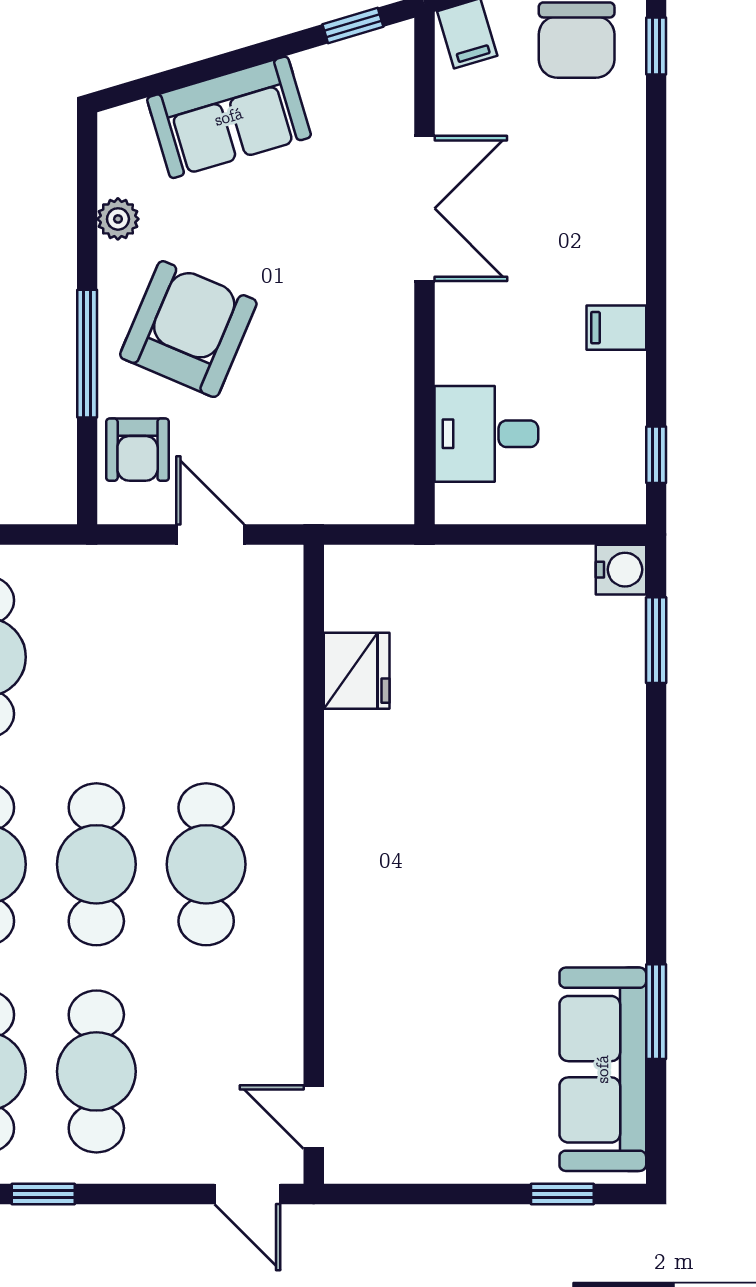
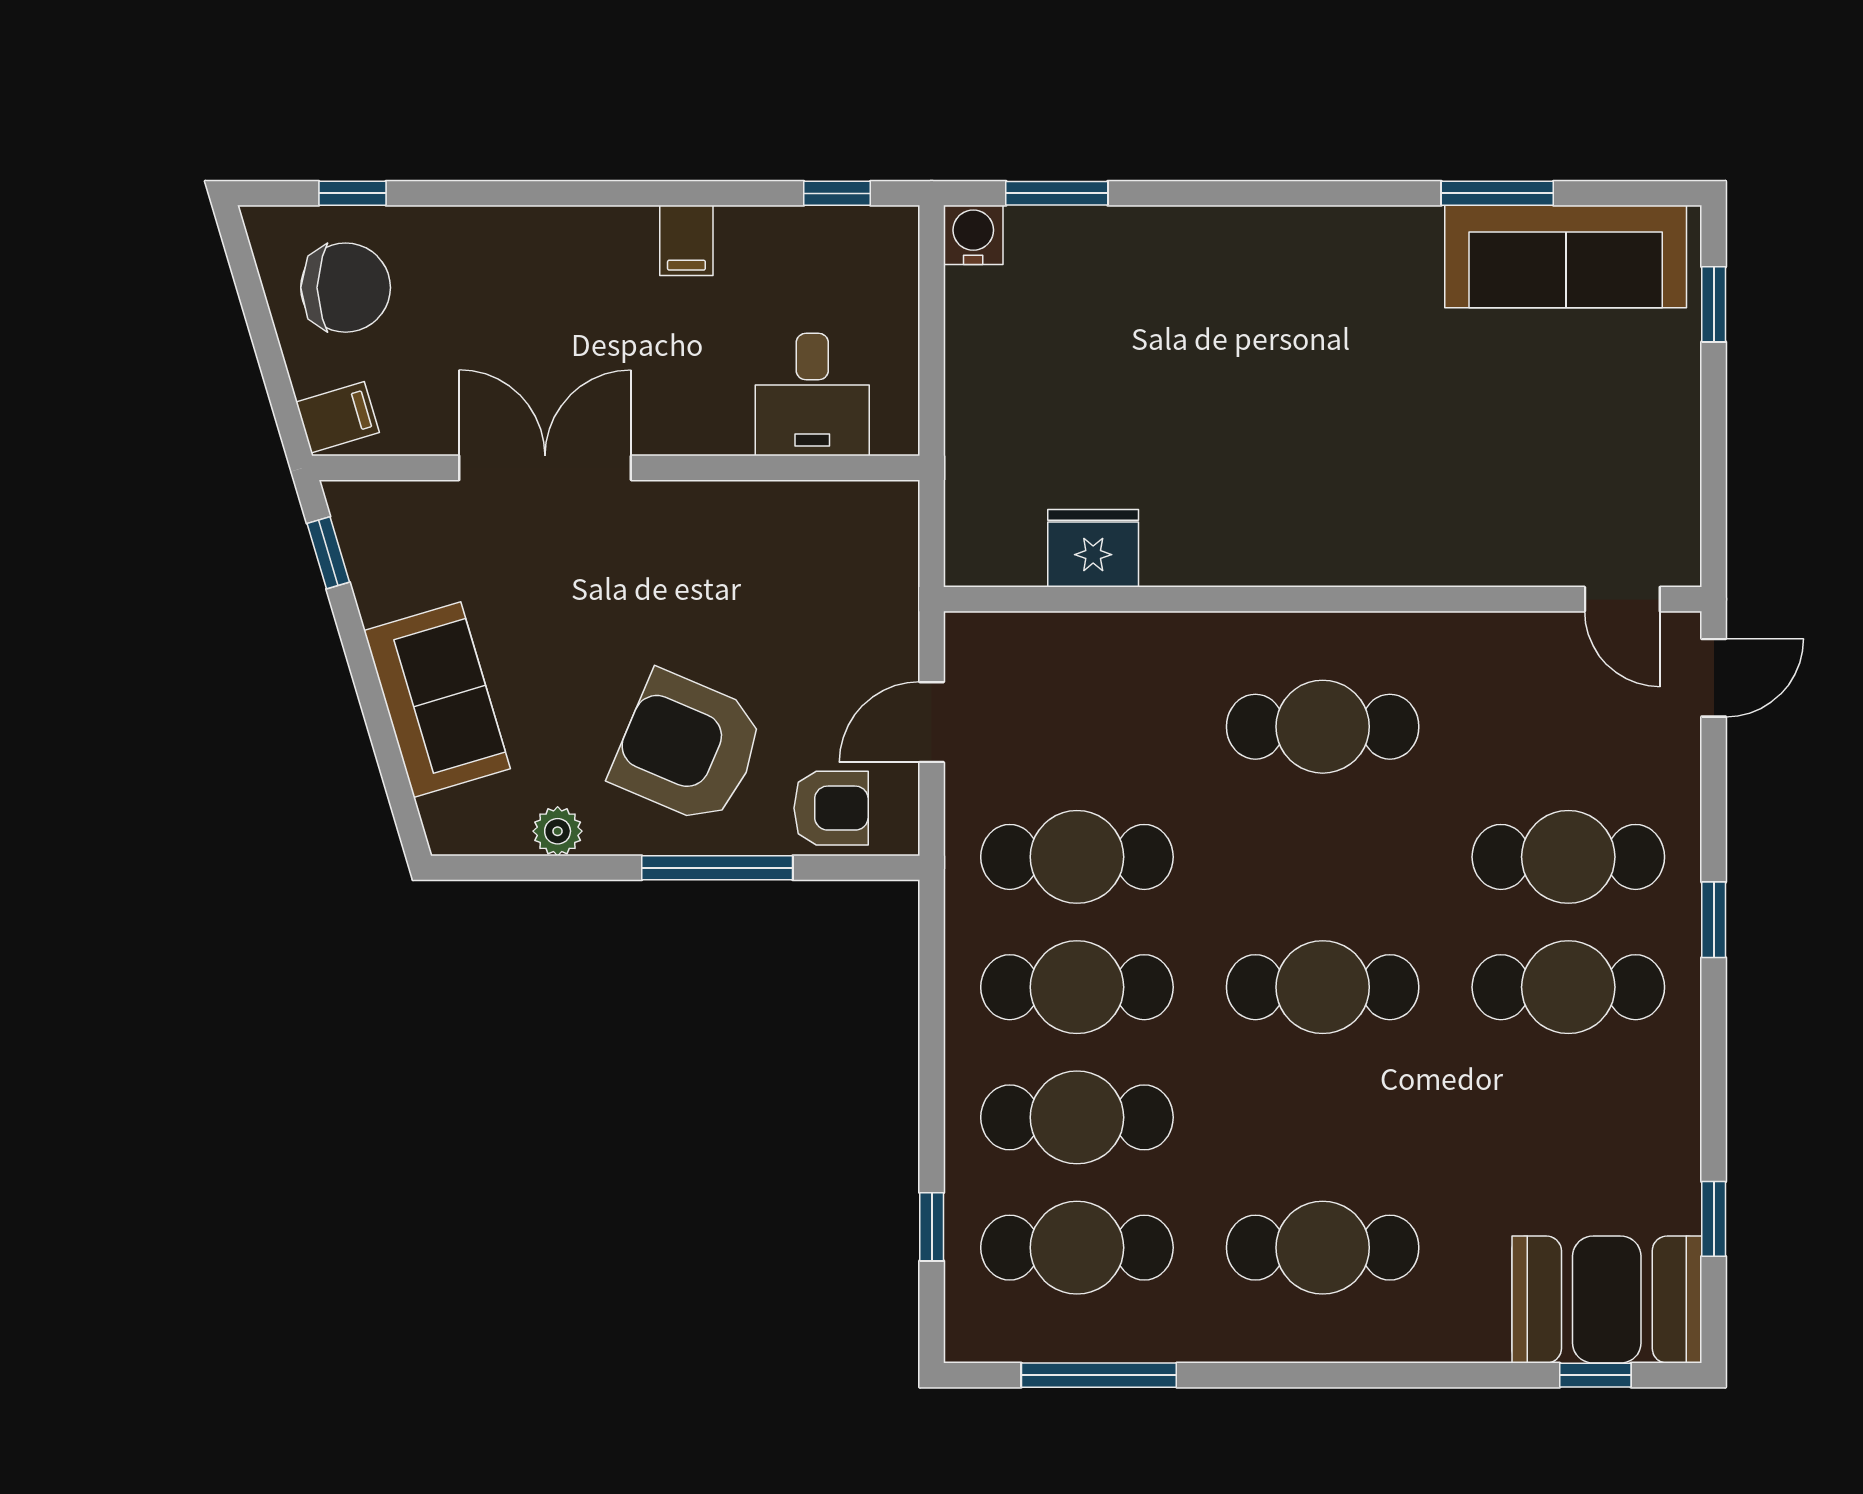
cafe table: (96, 864) -> (1077, 857), moved
door: (314, 1117) -> (1622, 599), hinge flipped

